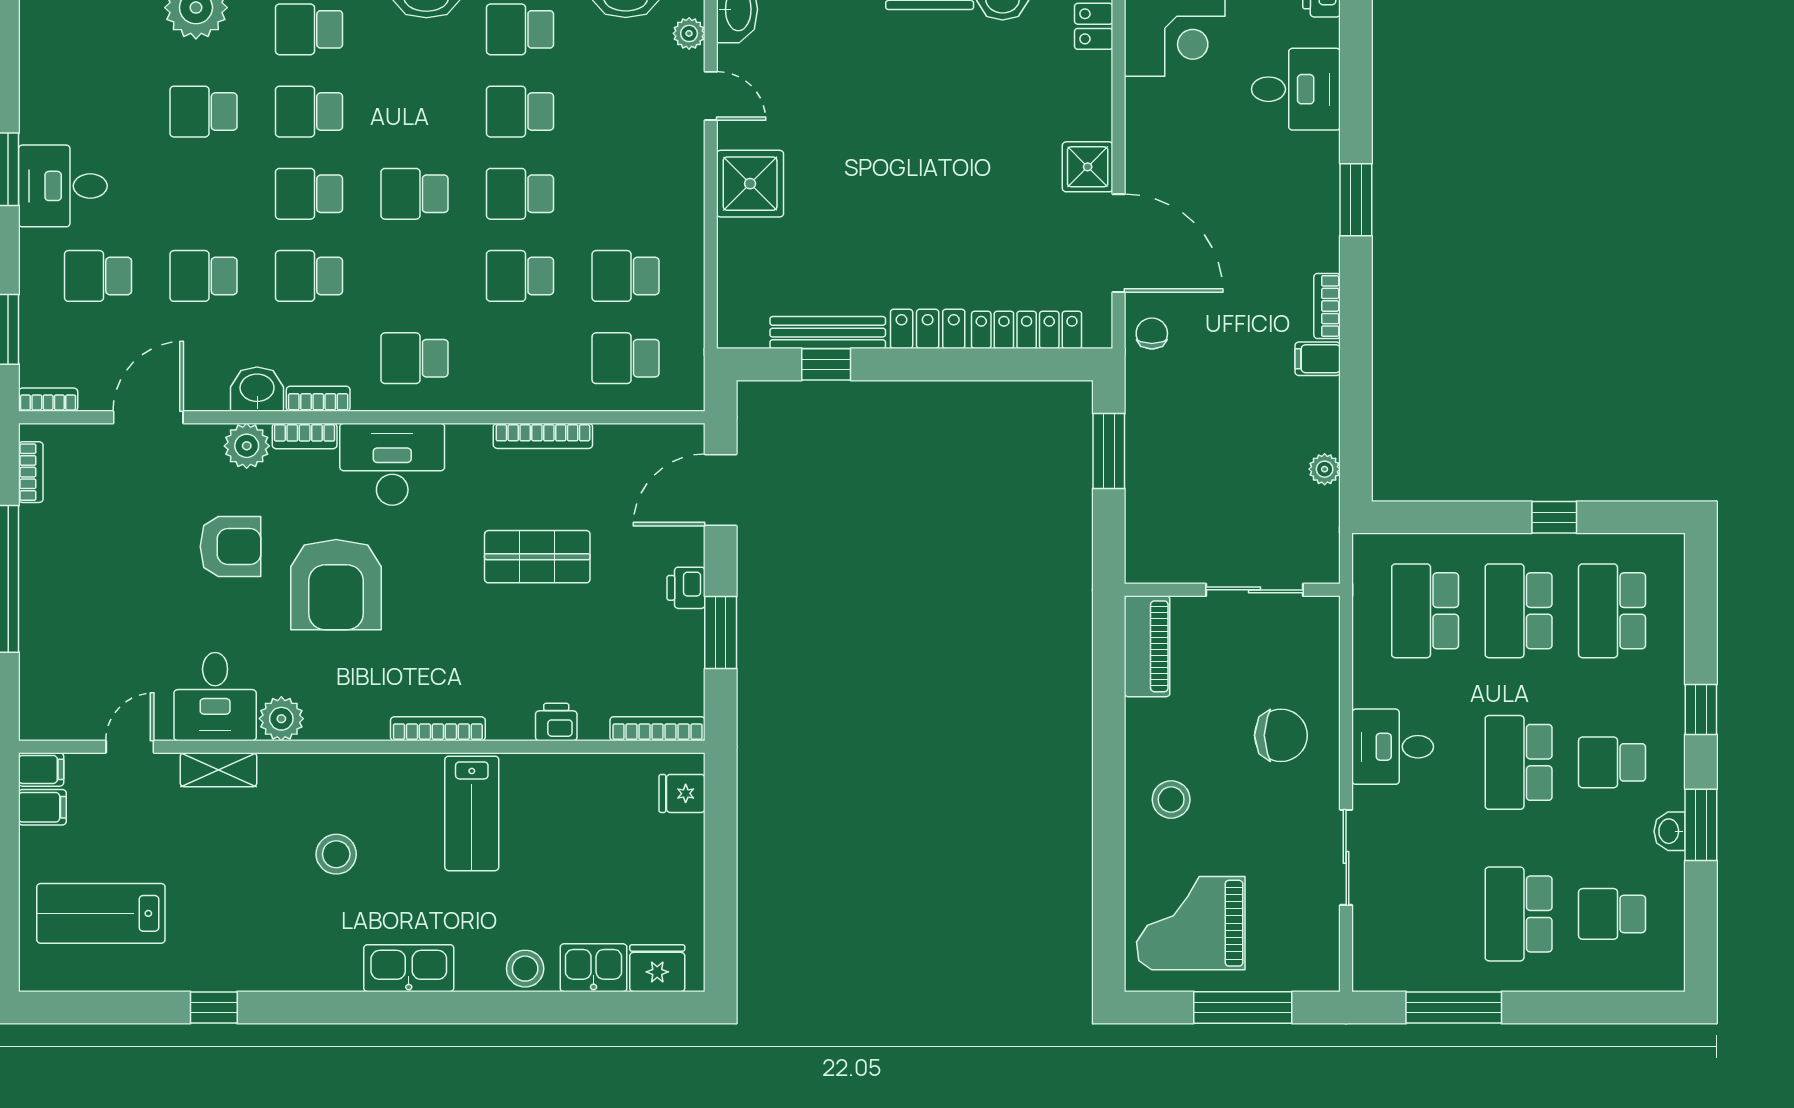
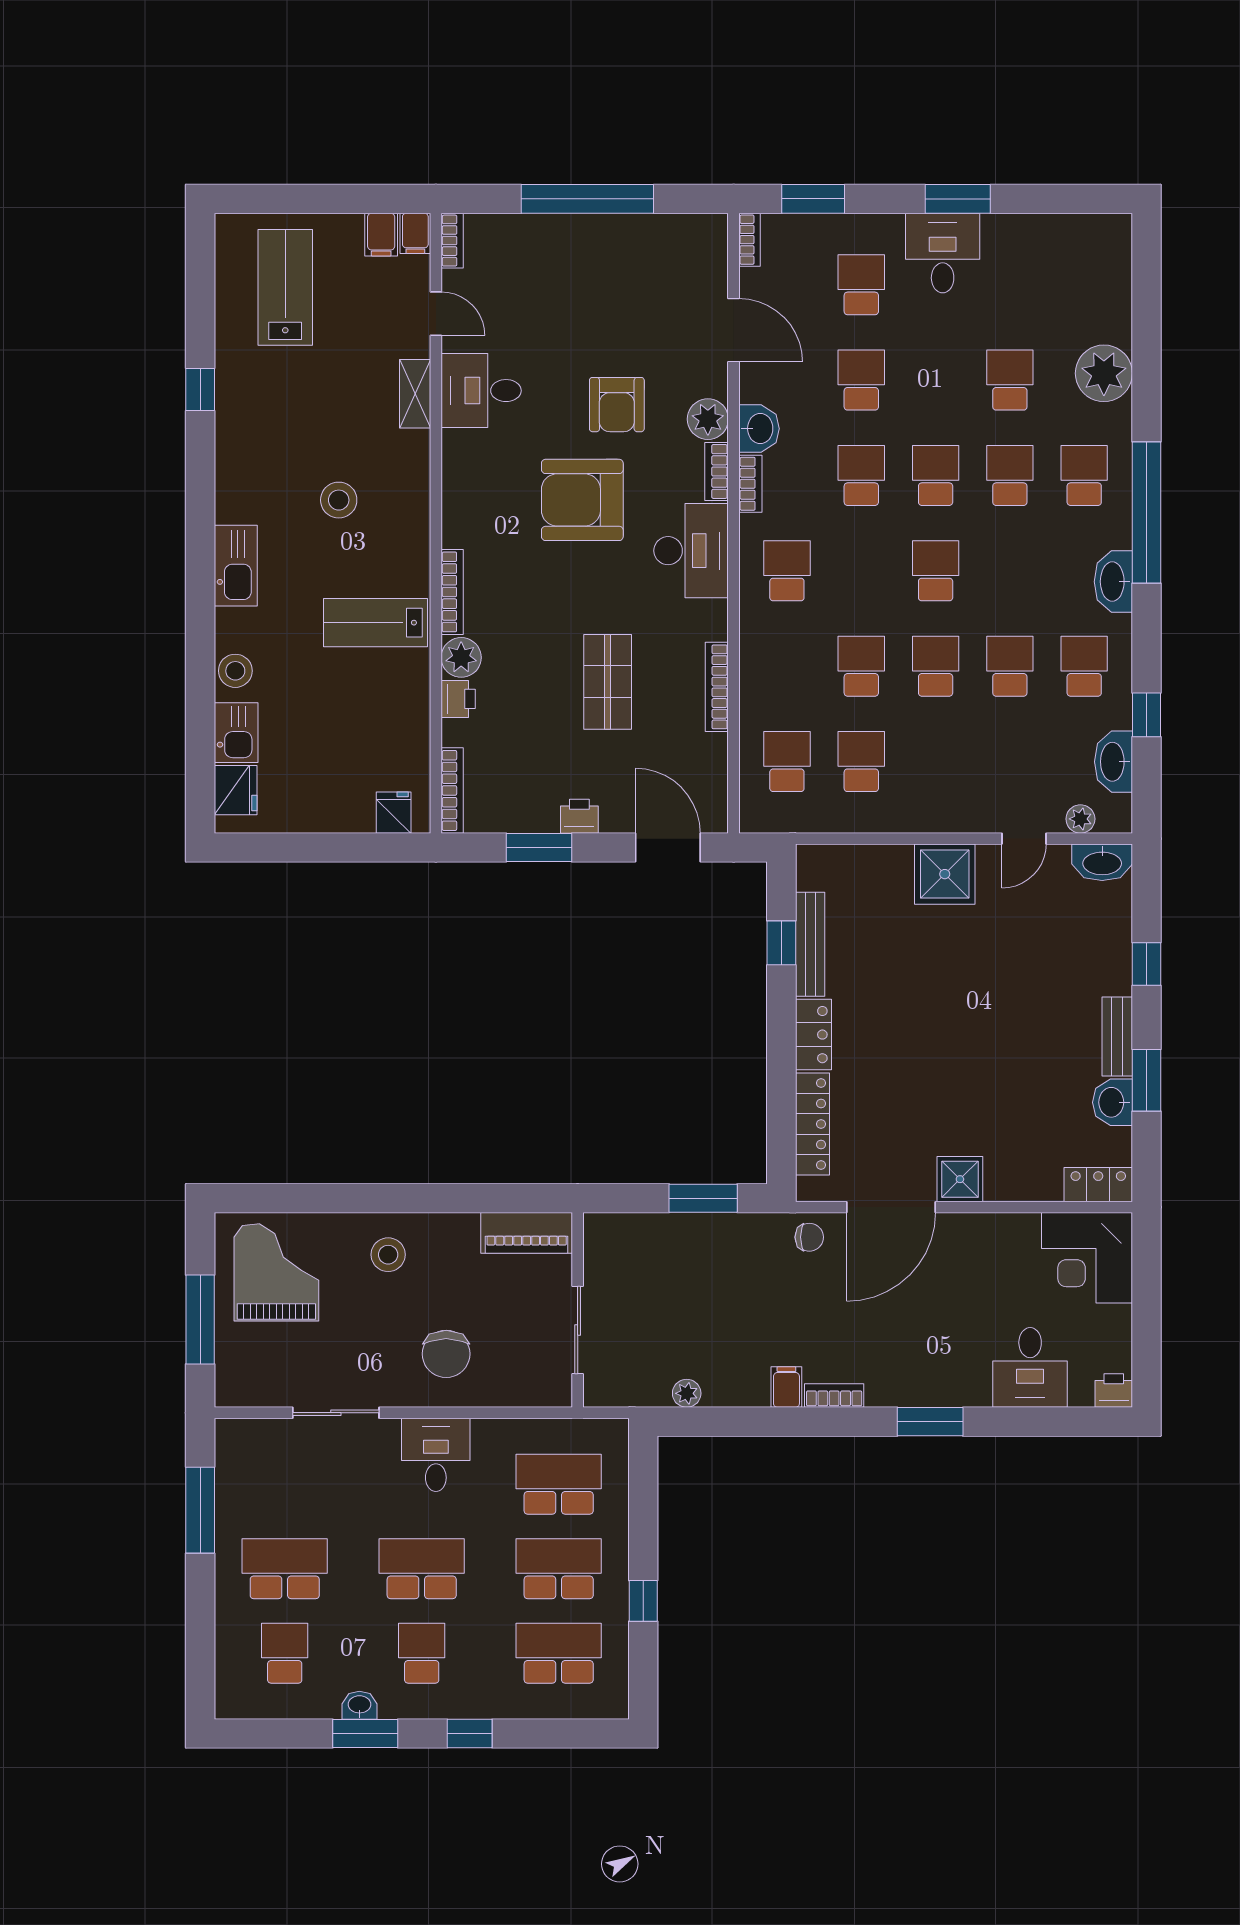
bookcase: (31, 472) -> (452, 241), moved, turned -90
plant: (281, 719) -> (461, 657), moved

